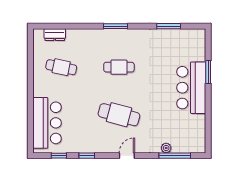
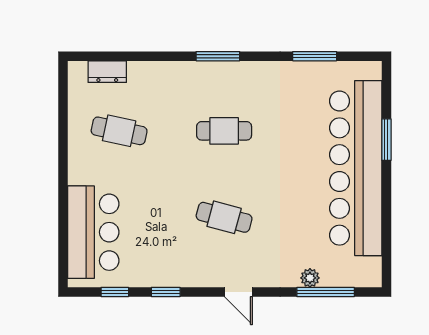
bar counter: (191, 88) -> (356, 168), width x1.86
cafe table: (119, 115) -> (224, 217), width x0.73, depth x0.74
door: (127, 156) -> (238, 292), swing flipped

